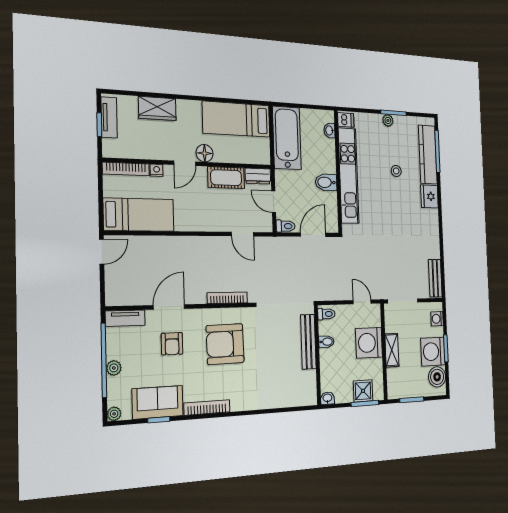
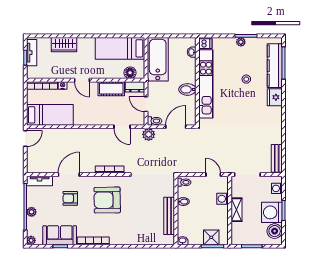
floor lamp: (205, 153) -> (130, 73), moved
door: (185, 163) -> (82, 80), hinge flipped
plant: (278, 246) -> (149, 134), added
bench: (308, 342) -> (169, 216), moved
washing machine: (369, 343) -> (223, 199), width x0.53, depth x0.53
armchair: (172, 344) -> (70, 198), turned 90

